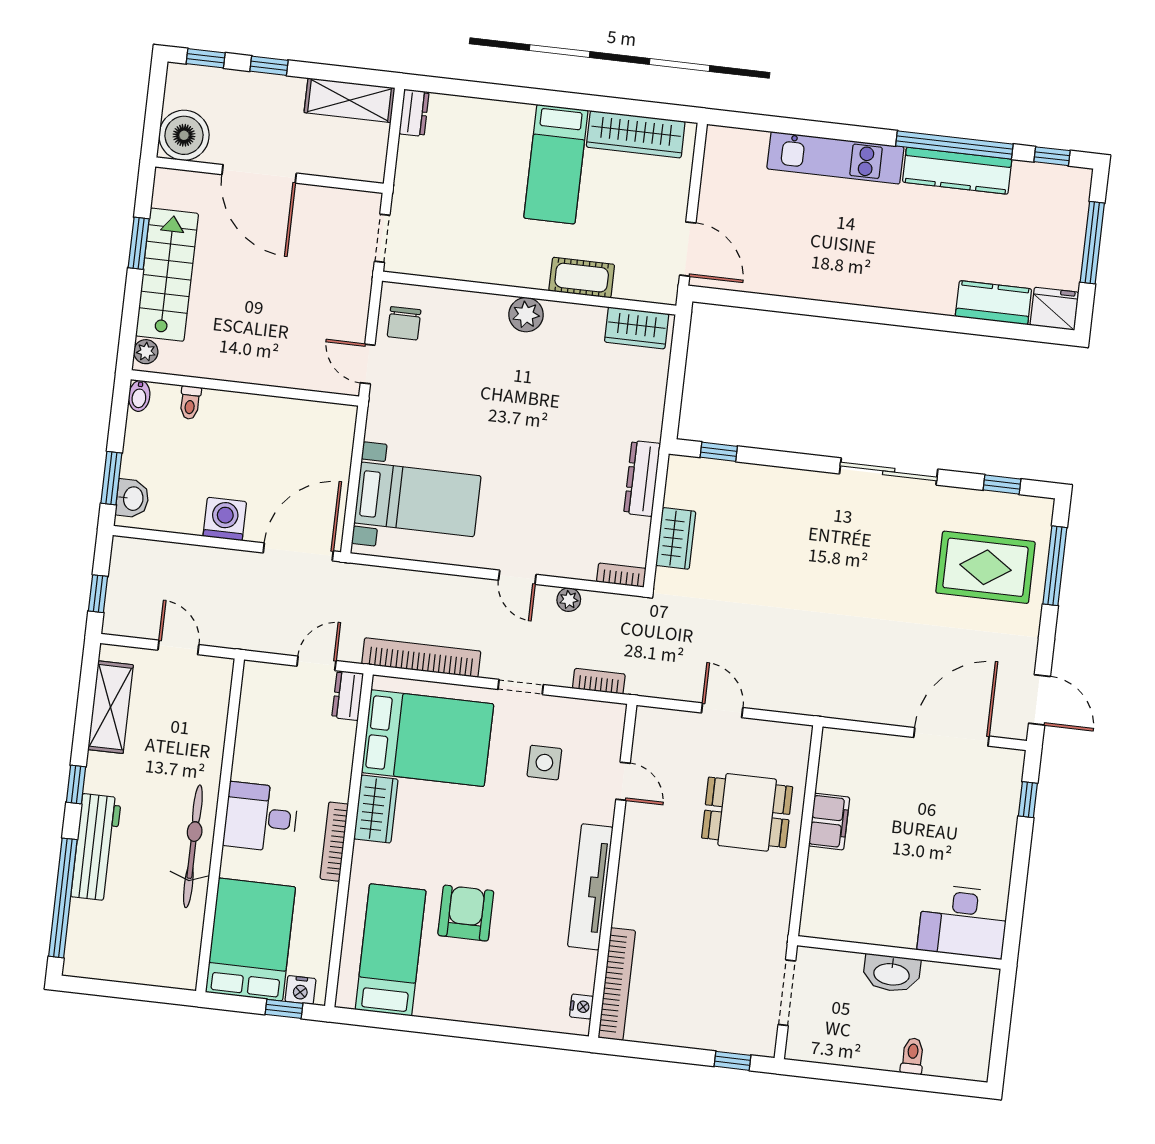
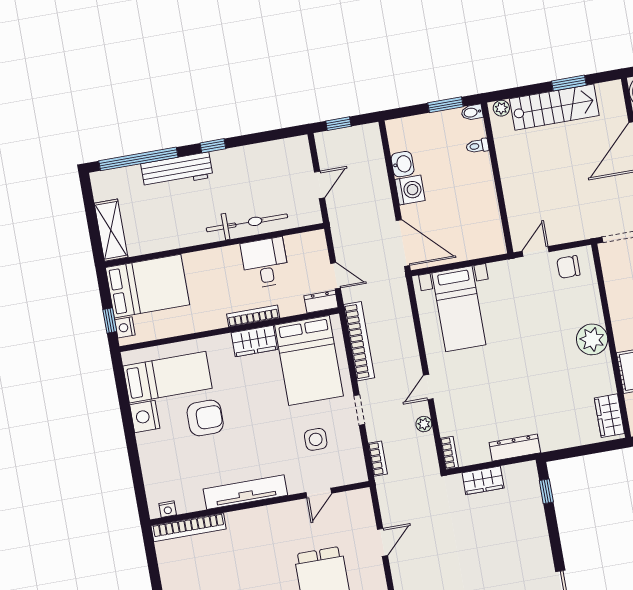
plant: (526, 315) -> (592, 339), width x1.36, depth x1.36
window: (111, 478) -> (446, 105), moved
washbasin: (132, 498) -> (403, 164), moved, turned -90
shelving: (111, 707) -> (111, 230), moved, turned 90
desk: (261, 817) -> (265, 263), moved
bookcase: (334, 842) -> (253, 316), moved
bicycle: (193, 846) -> (247, 223), moved
nightstand: (438, 1000) -> (145, 416), added

